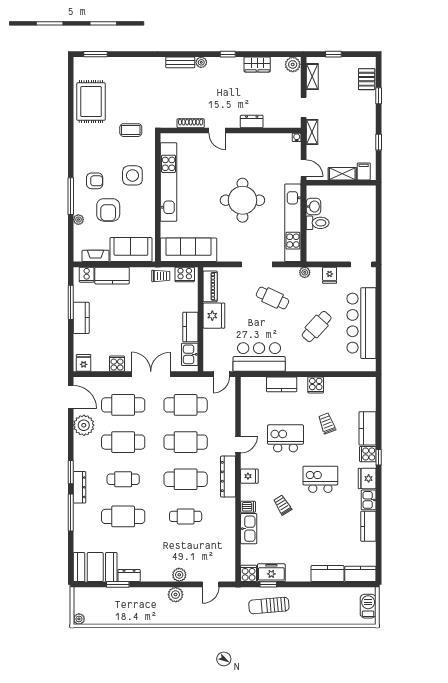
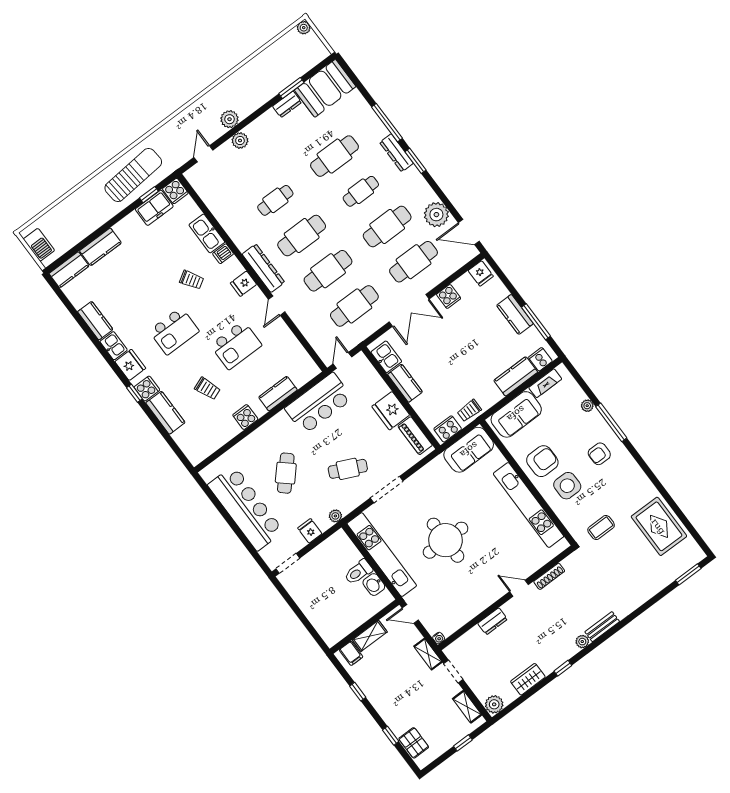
armchair: (108, 210) -> (542, 461), moved, turned 90
sofa: (188, 250) -> (469, 450), width x0.73
sun lounger: (269, 606) -> (133, 175), width x1.36, depth x1.34

